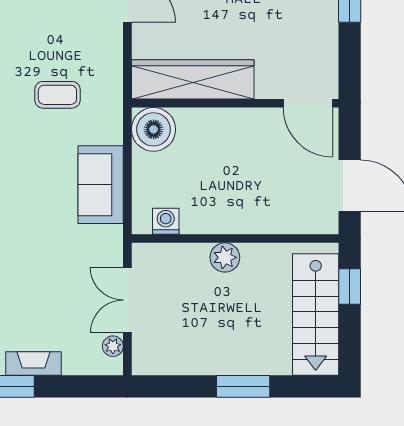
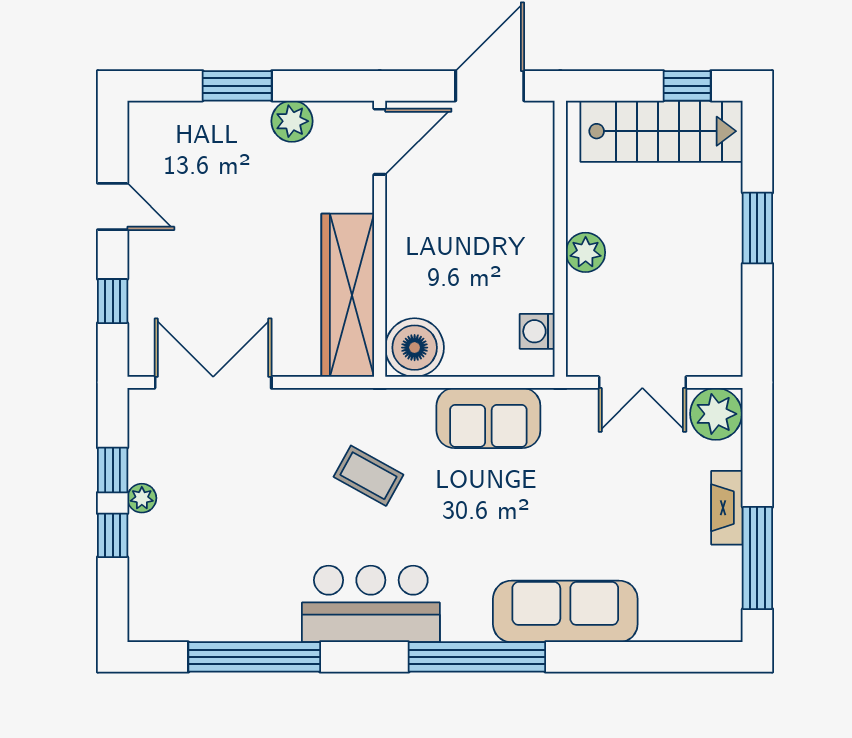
plant: (323, 37) -> (292, 121), added
coffee table: (57, 95) -> (368, 476), turned -61
window: (350, 286) -> (687, 86), moved
plant: (113, 346) -> (716, 414), width x1.87, depth x1.87

